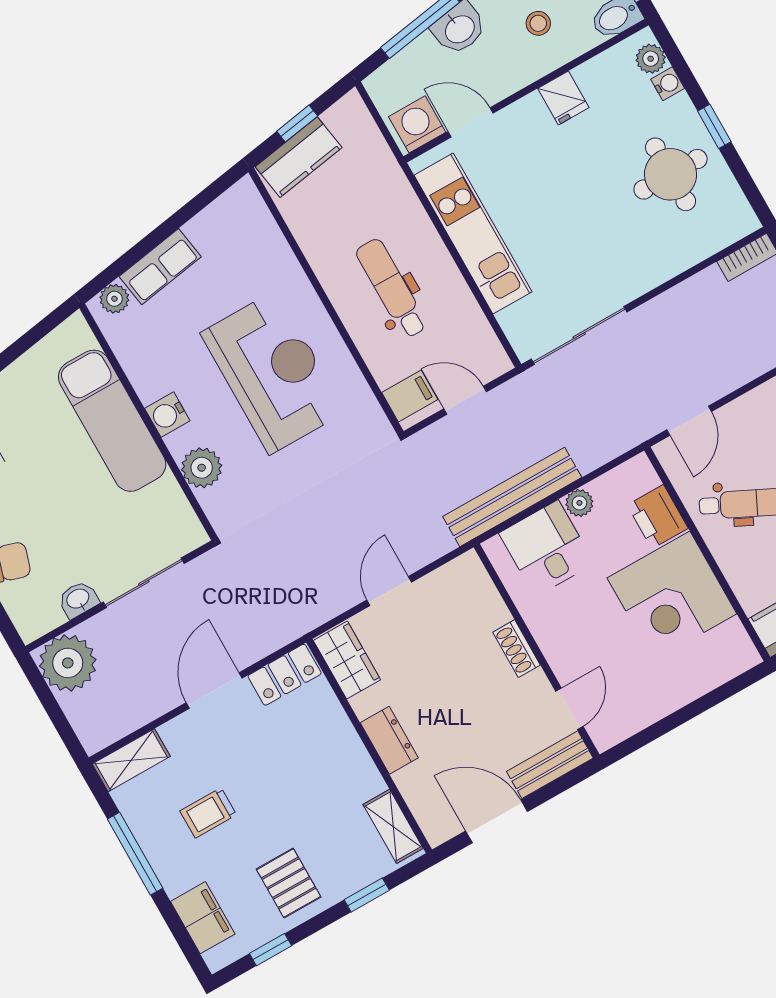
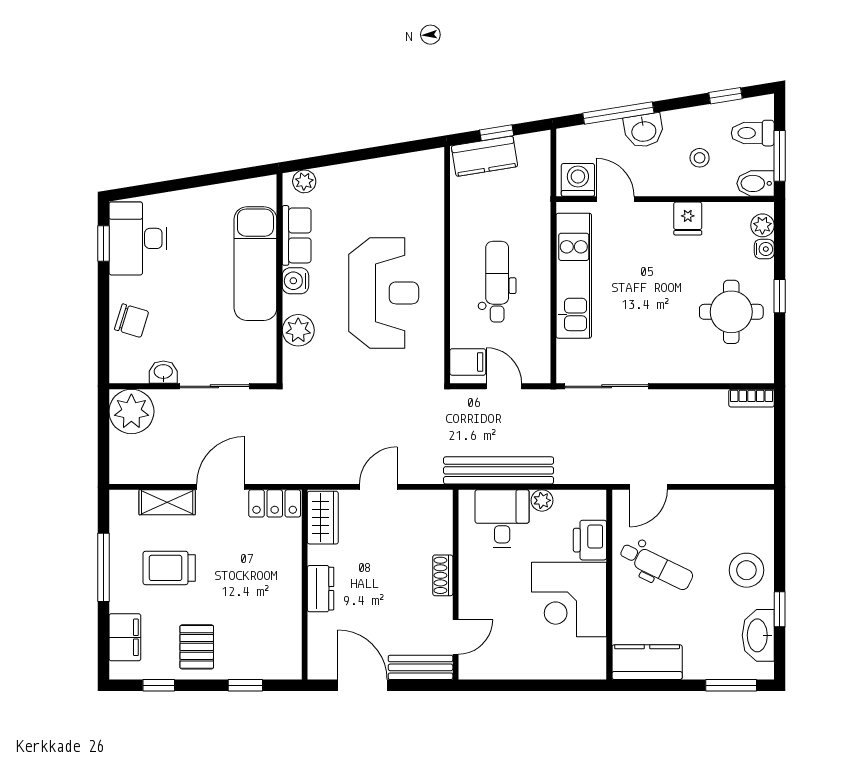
row of seats: (160, 267) -> (297, 235), moved, turned -81
shelving: (131, 760) -> (167, 502), moved
trolley: (208, 813) -> (169, 568), width x1.36, depth x1.39
shelving: (393, 826) -> (290, 649), removed

